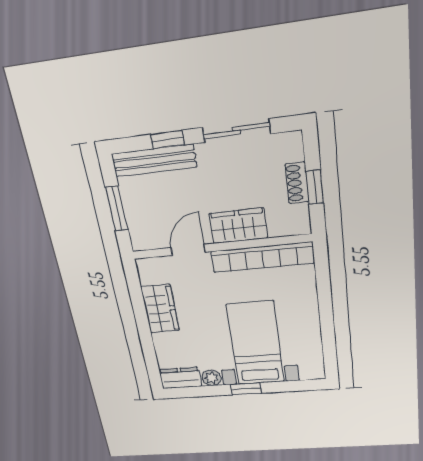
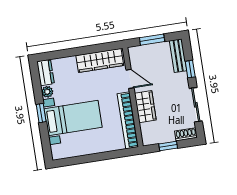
bench: (154, 161) -> (178, 56), width x0.73
shoe rack: (297, 183) -> (186, 134), moved
wardrobe: (160, 309) -> (100, 60), width x1.50

